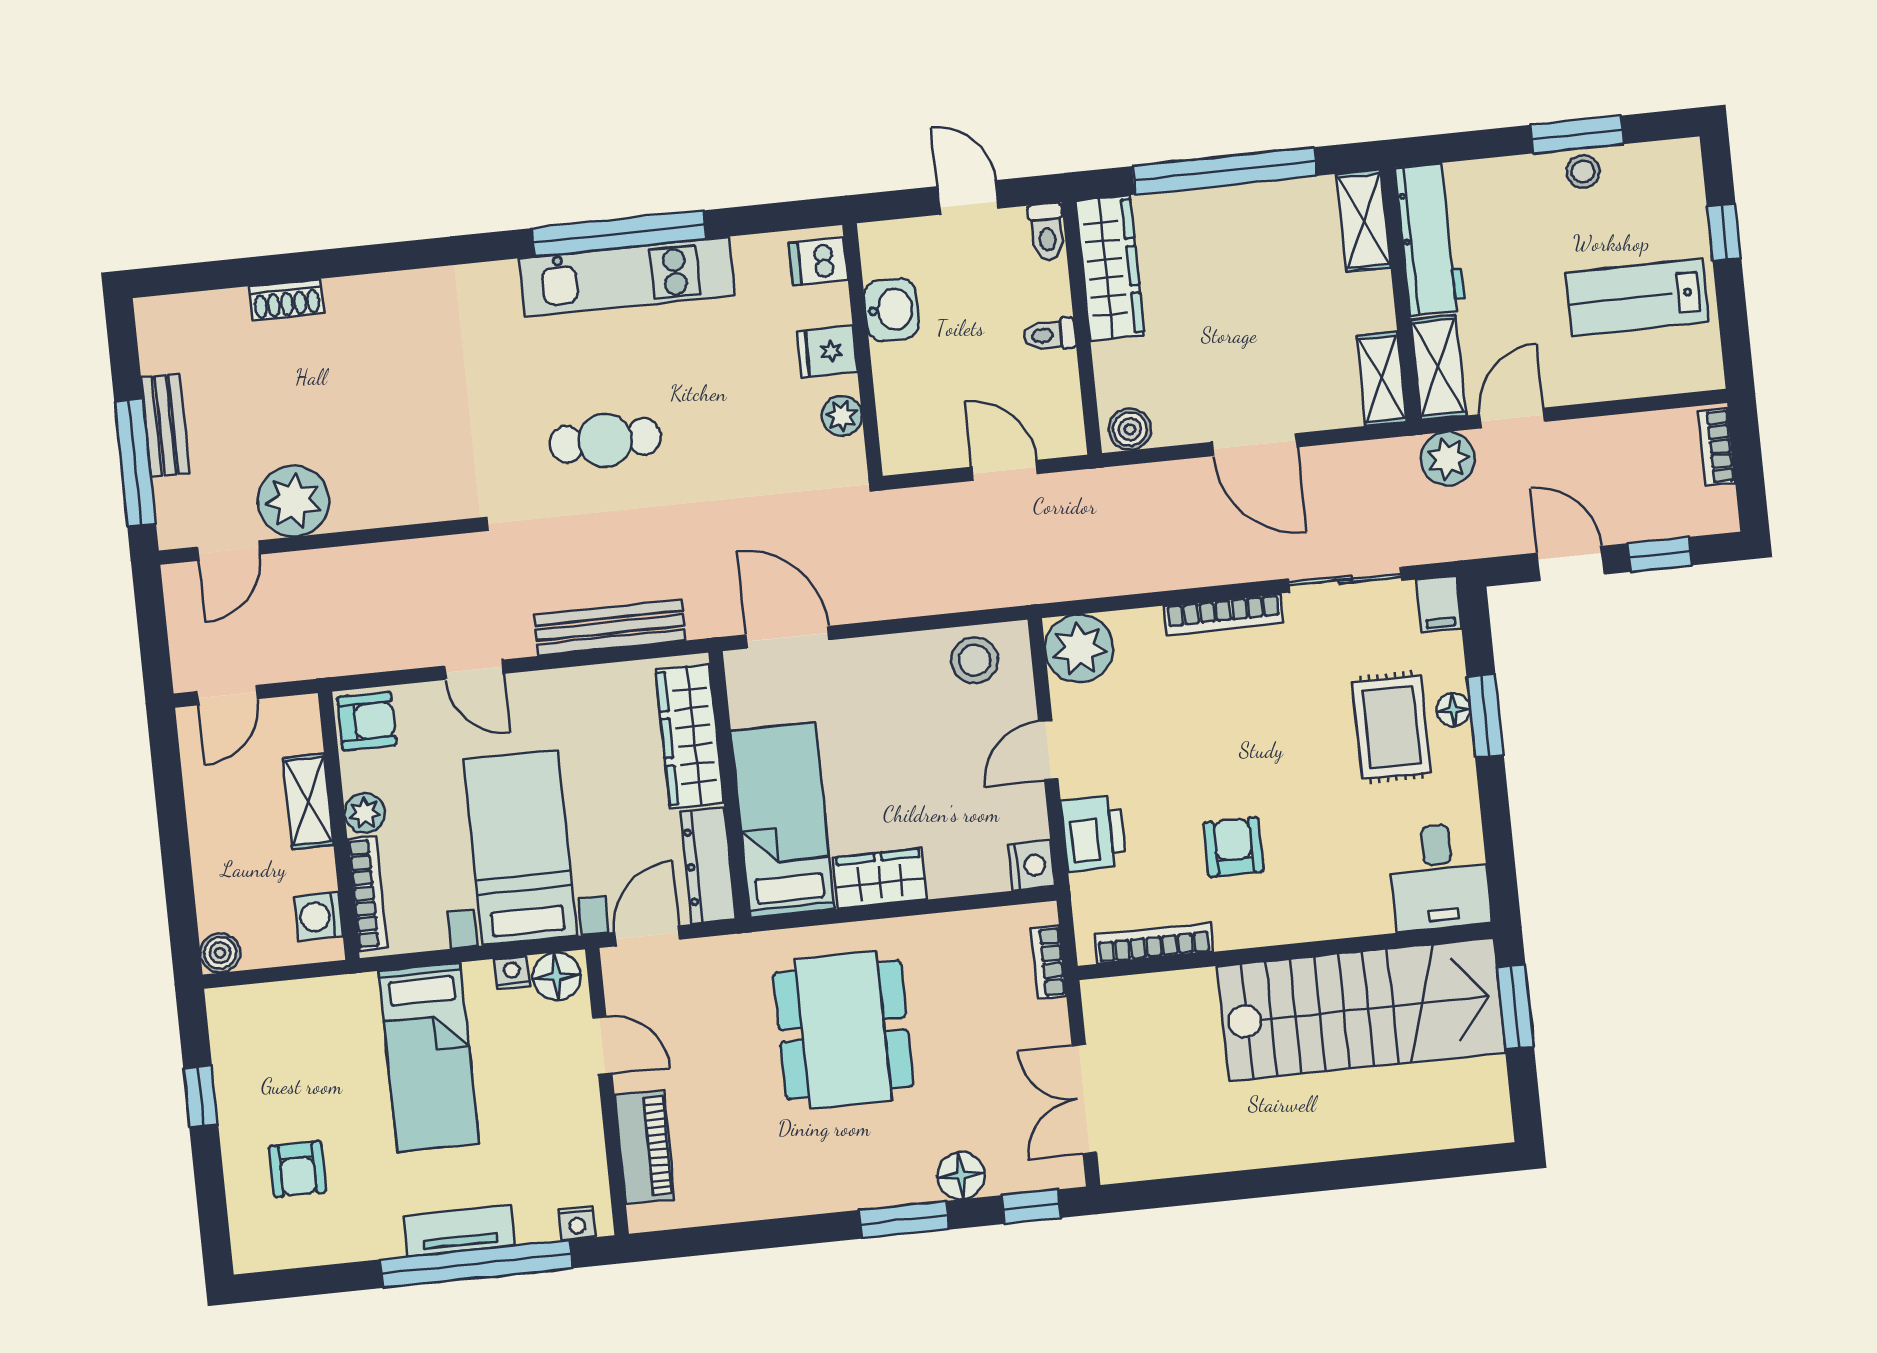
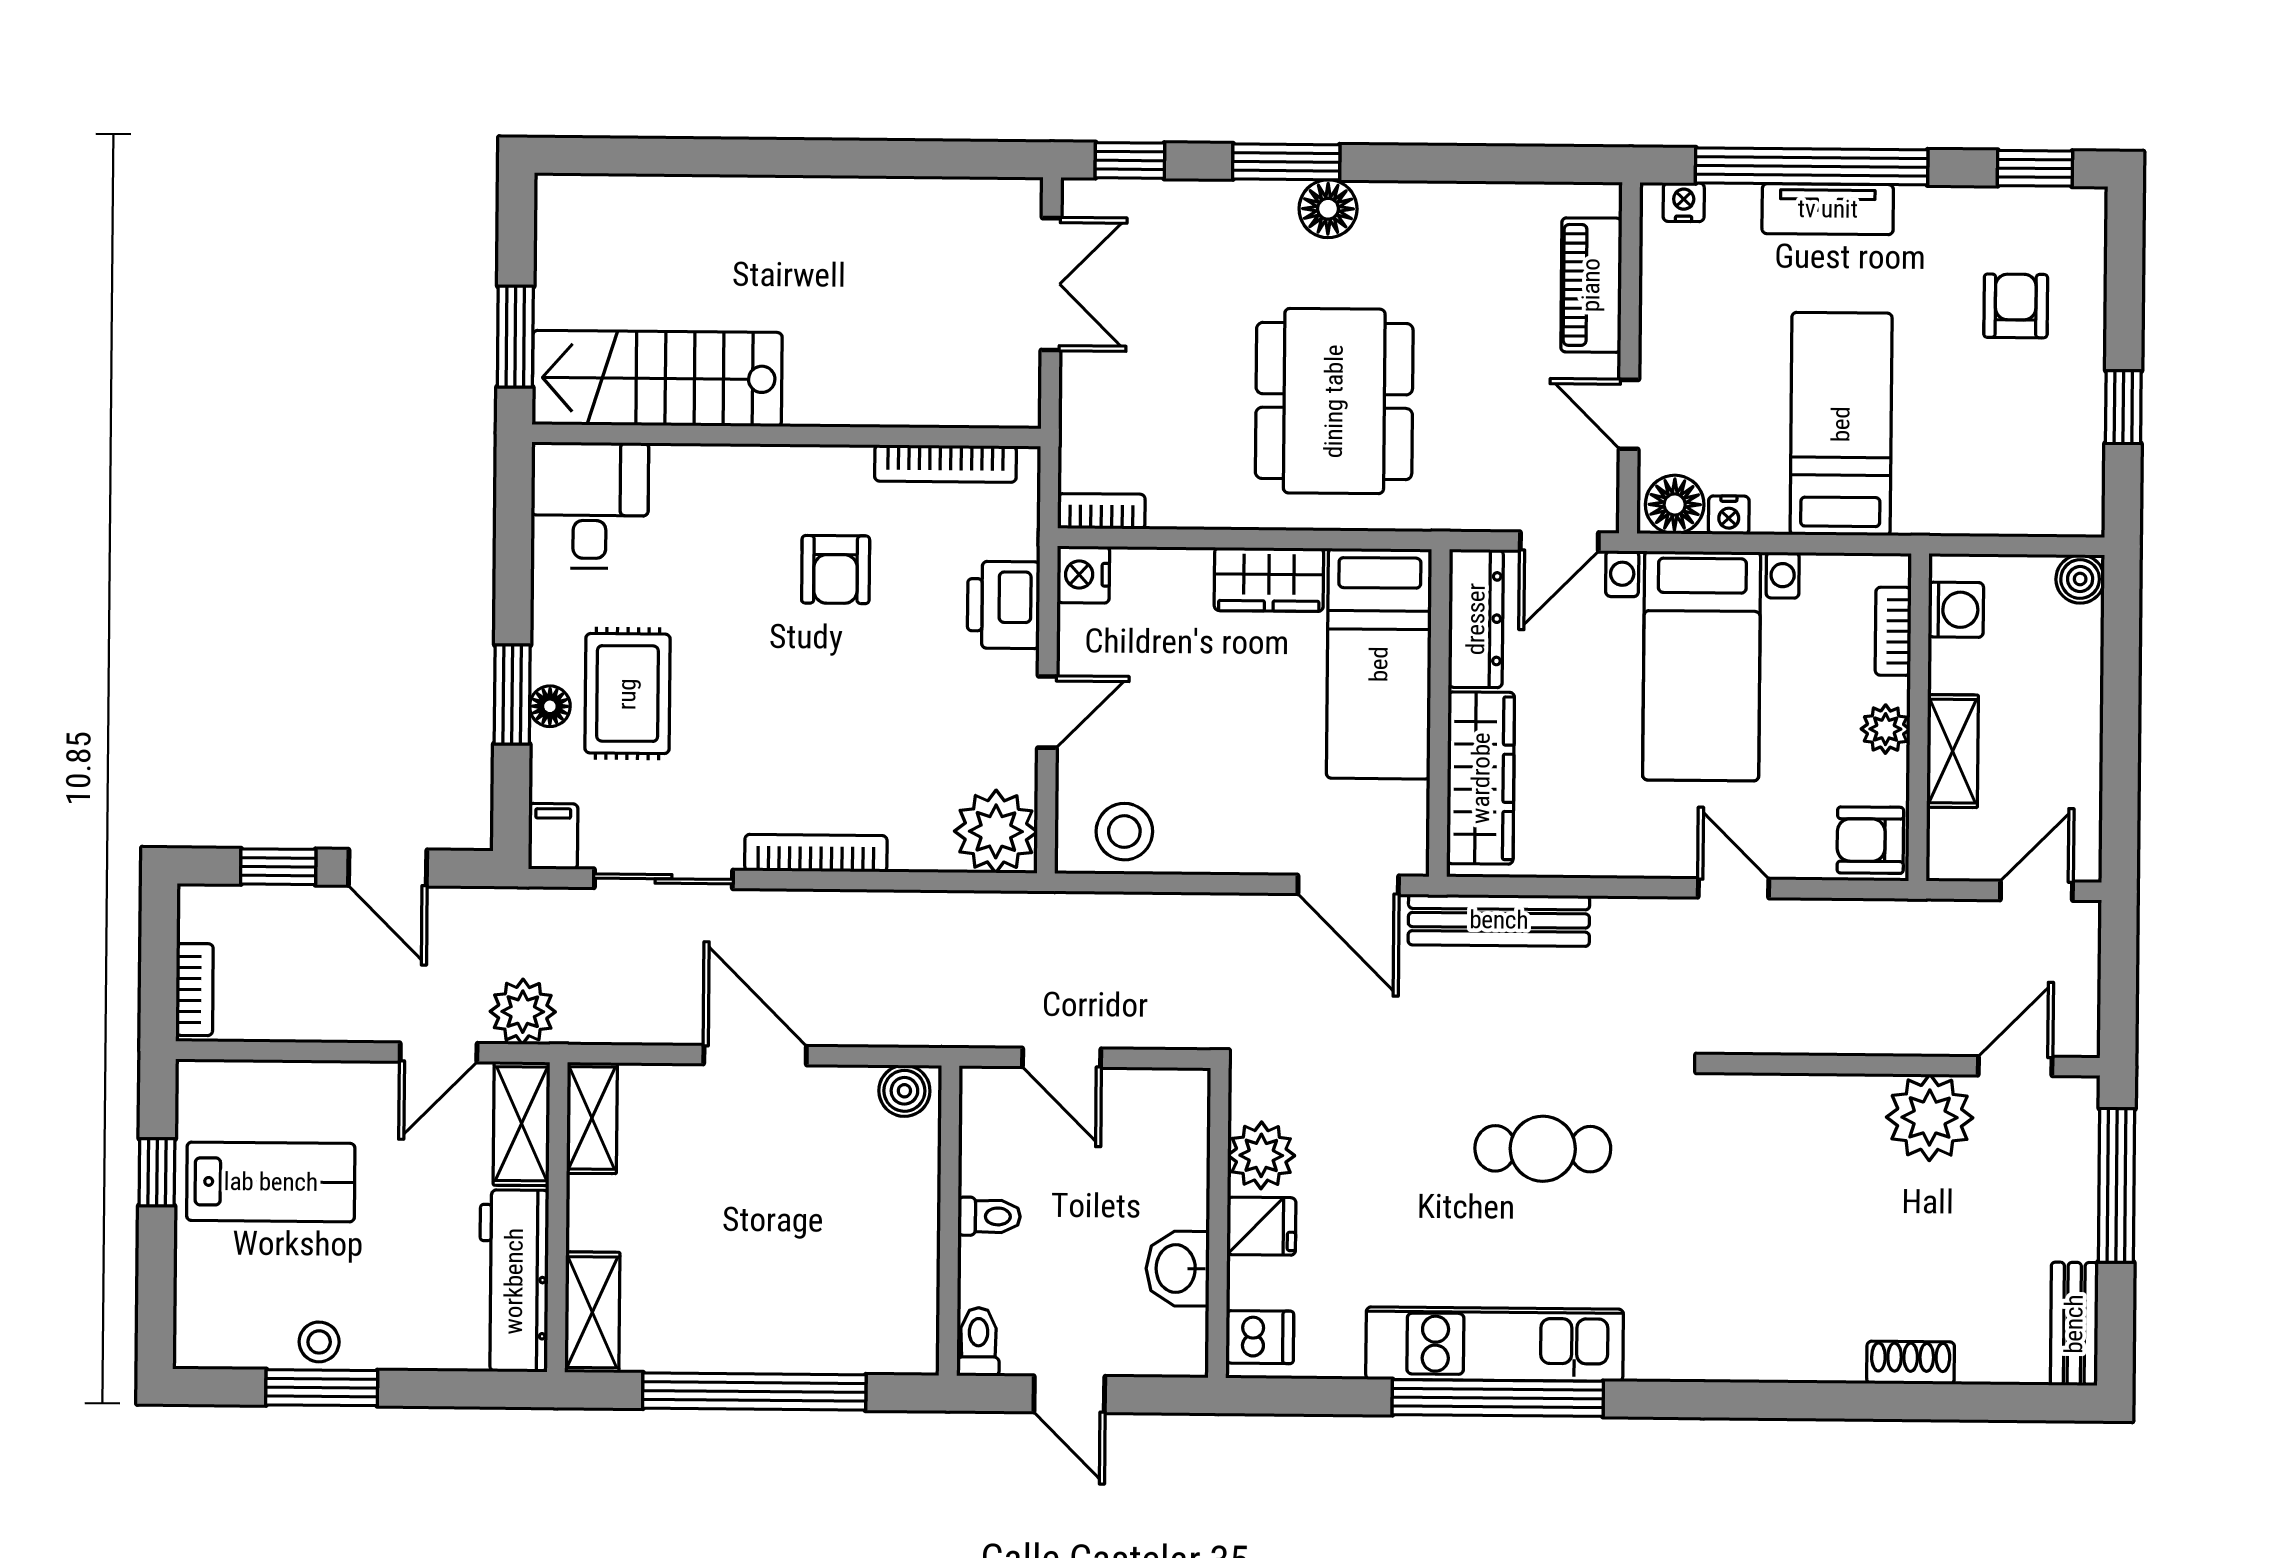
window: (1724, 232) -> (157, 1172), moved
wardrobe: (1110, 268) -> (907, 1289), removed
plant: (842, 416) -> (1261, 1155), width x1.38, depth x1.38
bench: (165, 425) -> (2074, 1324), moved
bench: (610, 628) -> (1499, 920), moved
bookcase: (367, 893) -> (1893, 631), width x0.64
bookcase: (1049, 962) -> (1101, 511), moved, turned -90
stairs: (1361, 1009) -> (657, 378), width x0.73, depth x0.66
floor lamp: (961, 1176) -> (1328, 209), moved
window: (294, 1283) -> (2035, 168), added

